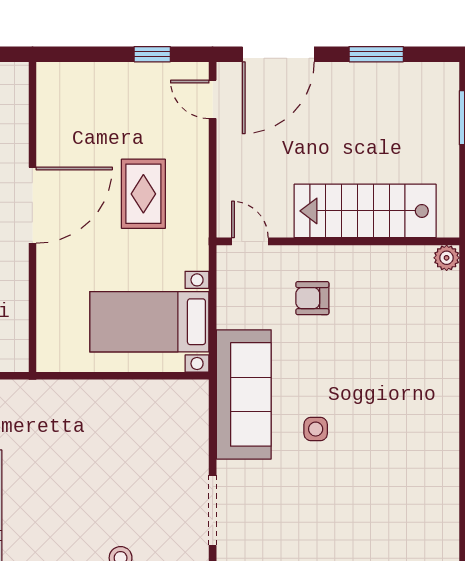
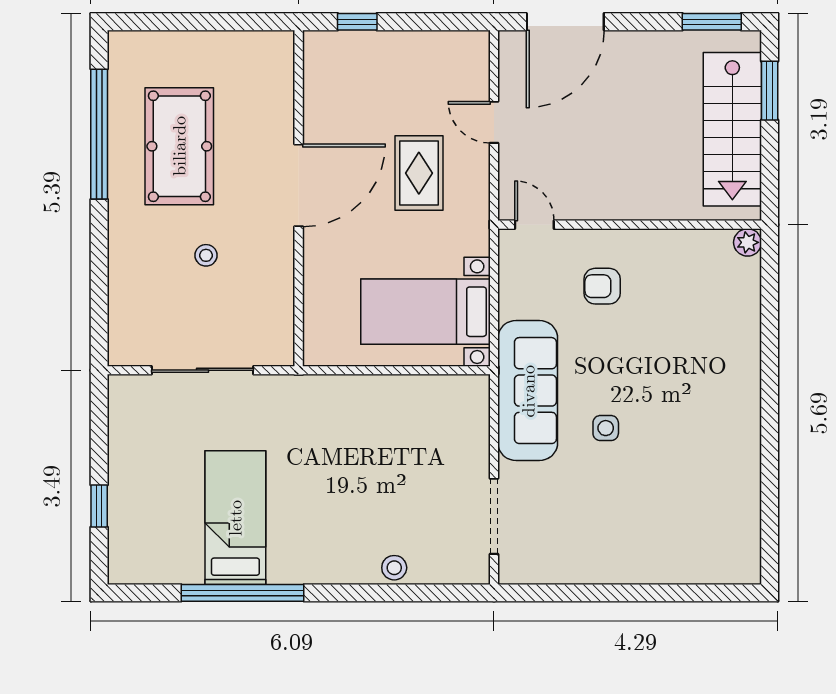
window: (152, 54) -> (357, 22), moved
window: (376, 54) -> (712, 22), moved
door: (213, 99) -> (494, 122), moved
stairs: (365, 211) -> (732, 129), moved, turned -90

